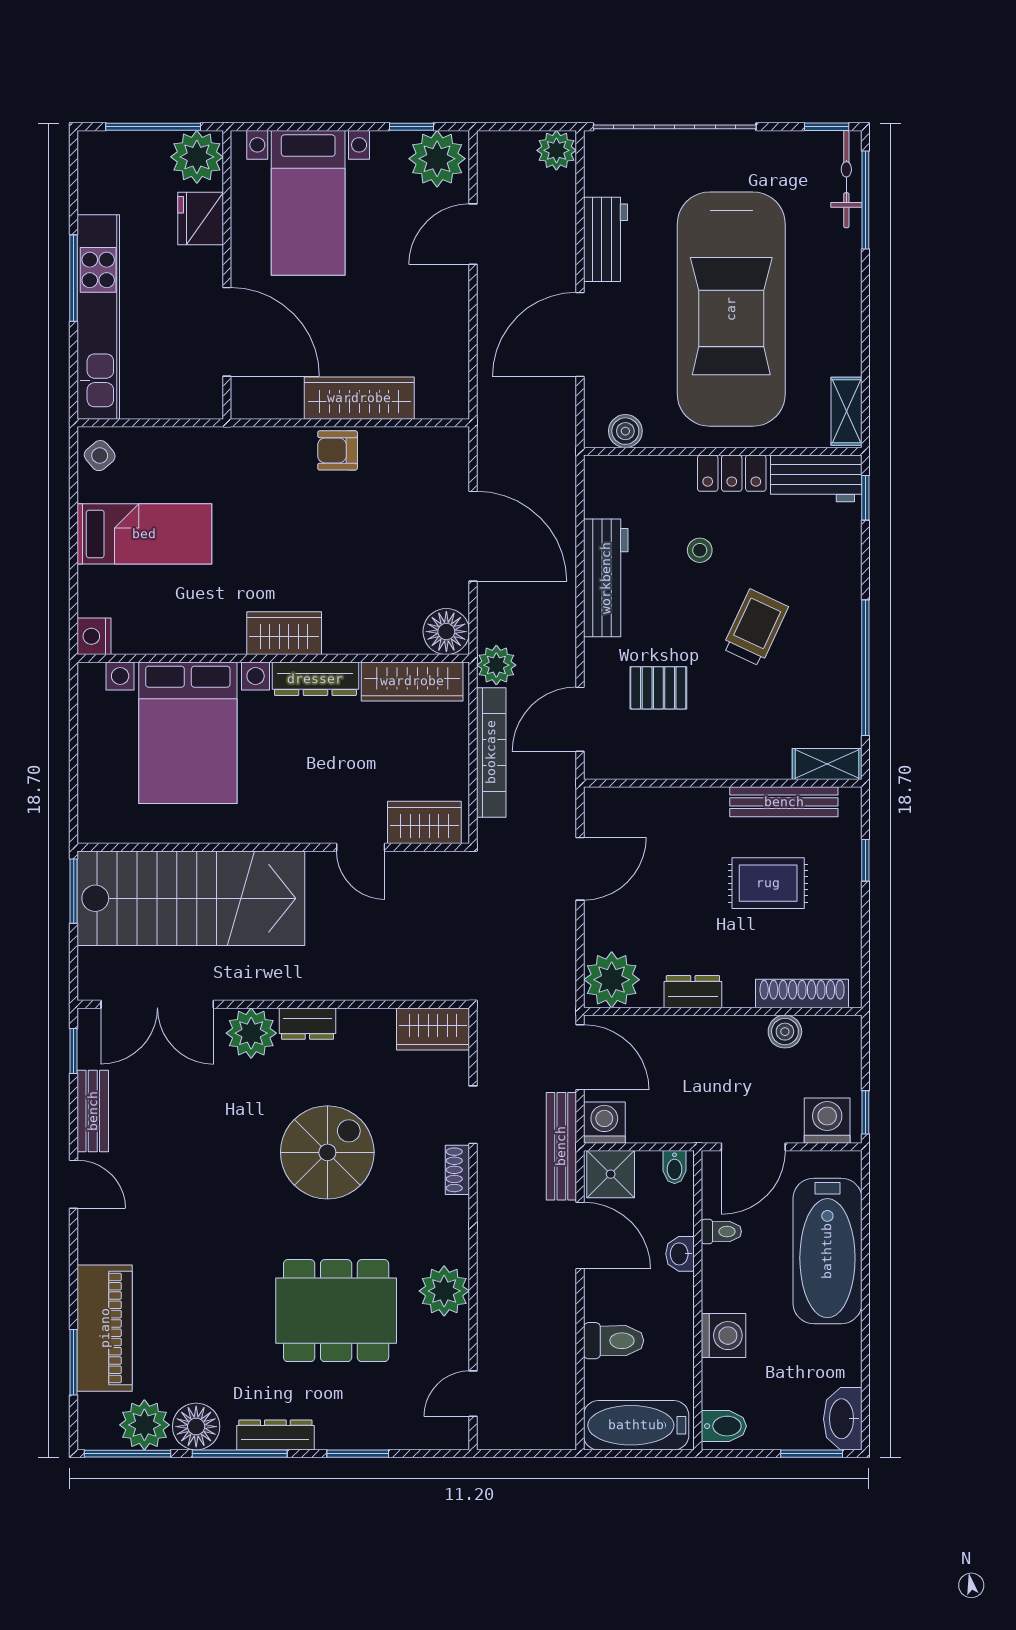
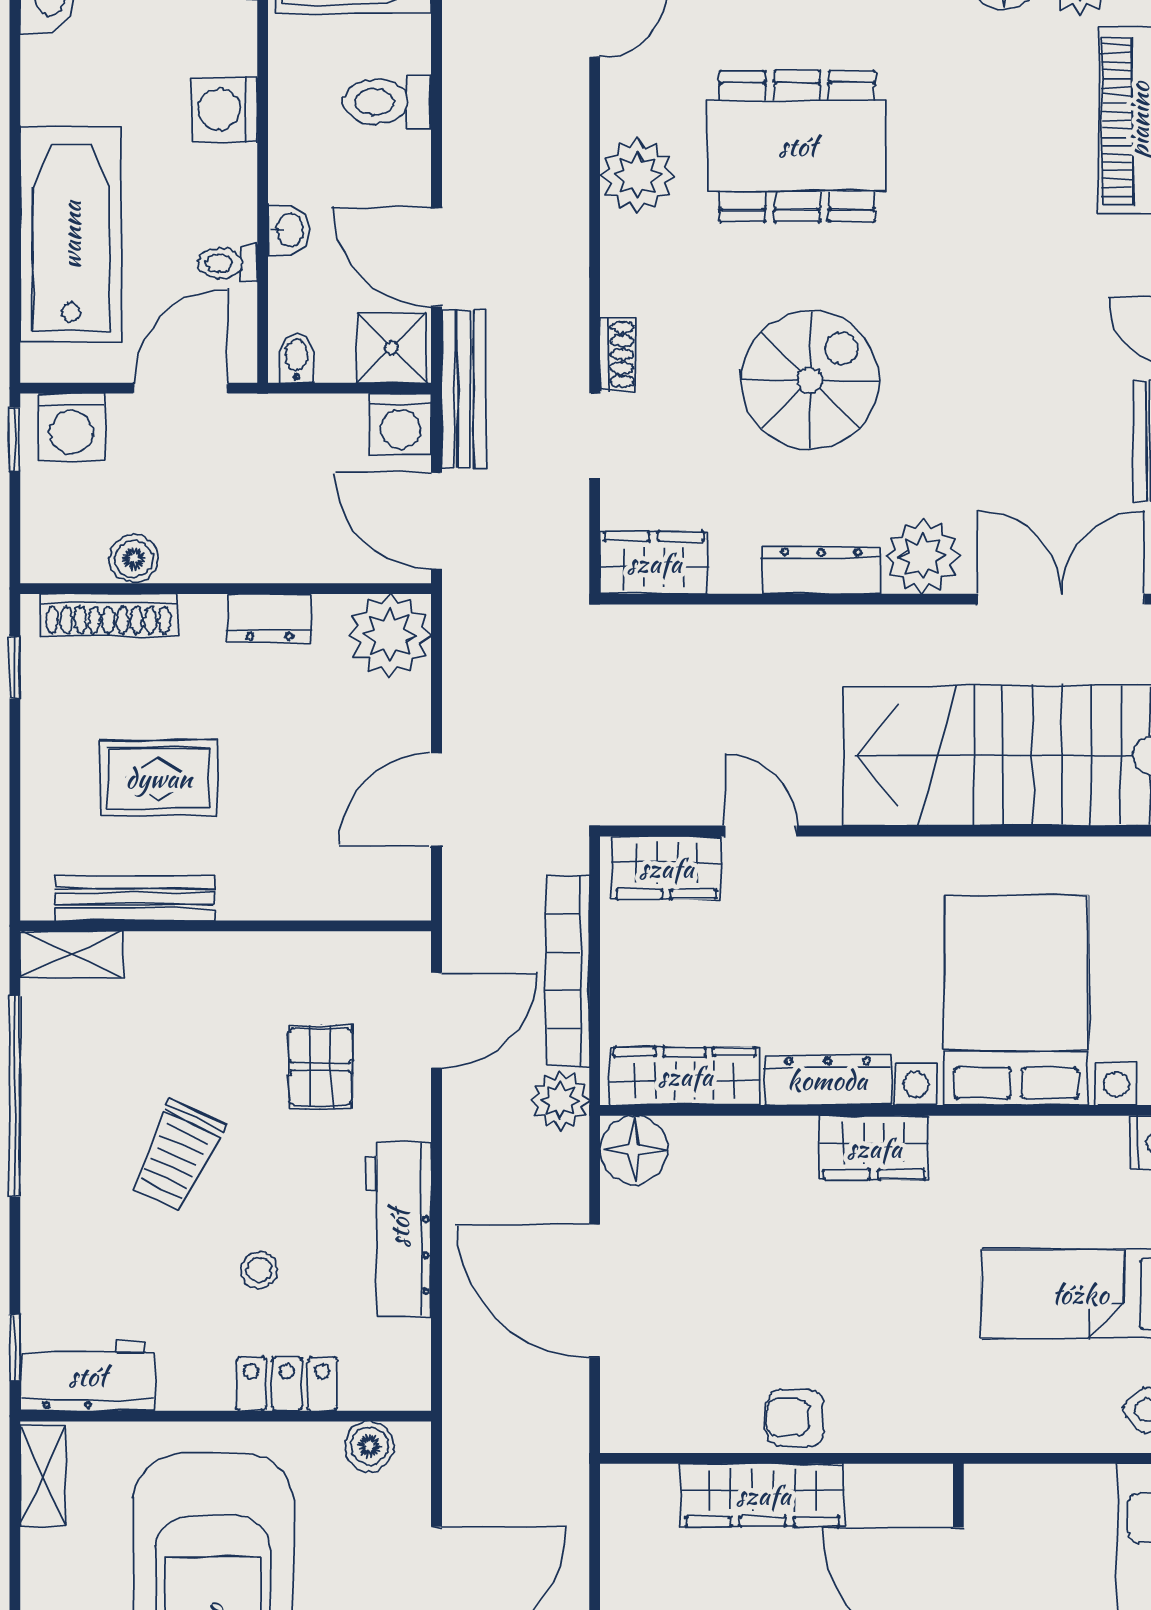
armchair: (338, 450) -> (795, 1418), turned 180
locker: (732, 473) -> (287, 1384), moved
pallet: (658, 688) -> (321, 1067), turned 90
window: (865, 860) -> (15, 667), moved
dresser: (307, 1024) -> (821, 570), width x1.44
spiral stairs: (327, 1152) -> (810, 380), turned 180

